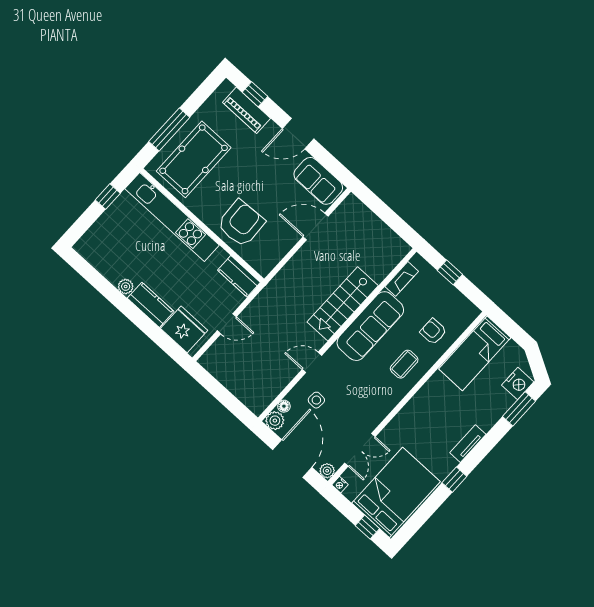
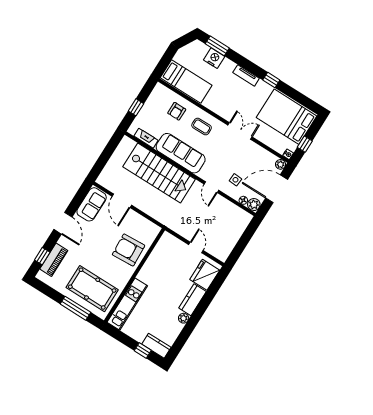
window: (108, 197) -> (143, 351), moved
kitchen unit: (172, 217) -> (127, 304), width x0.73
kitchen counter: (239, 276) -> (156, 346), moved, turned -90
stairs: (343, 304) -> (159, 173), width x1.36, depth x1.51
nightstand: (518, 384) -> (214, 58), moved
double door: (360, 450) -> (240, 131), moved
window: (367, 527) -> (305, 144), moved

